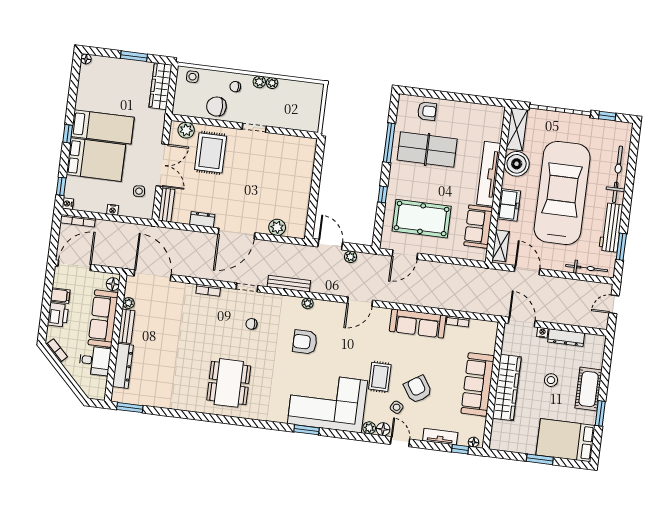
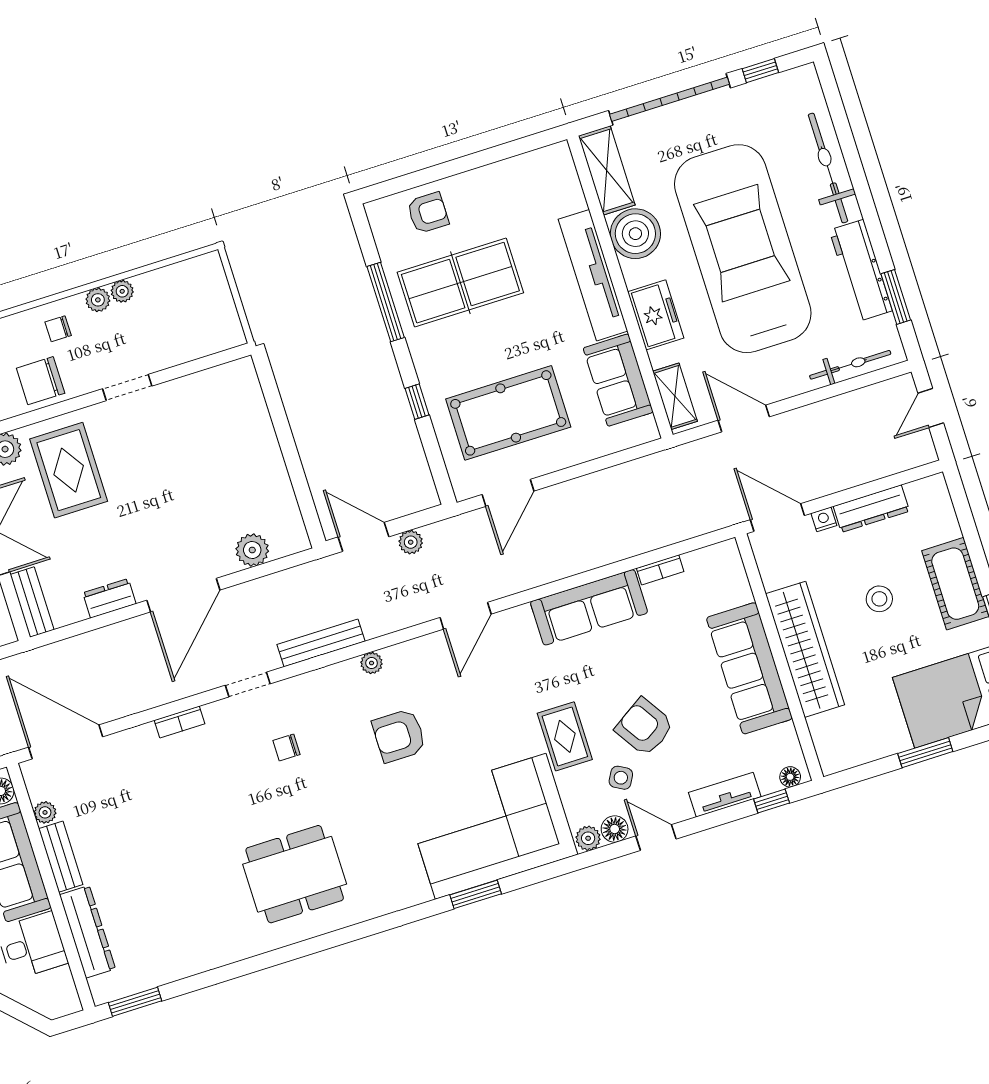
dining table: (229, 383) -> (295, 874), turned 90

